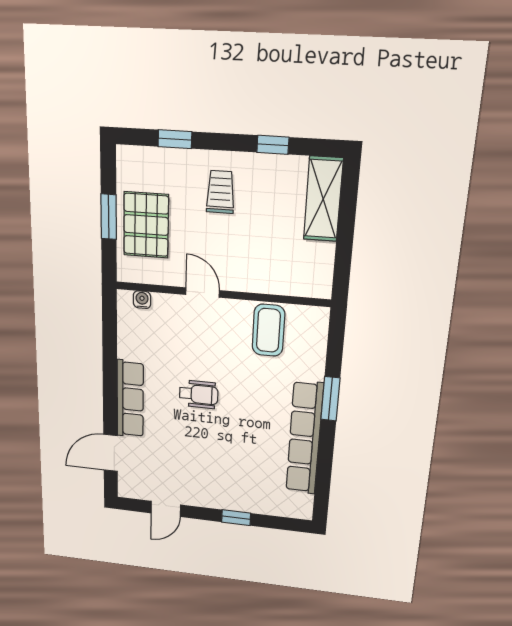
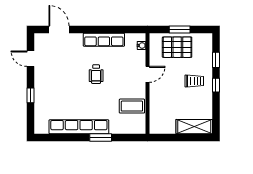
window: (273, 145) -> (216, 85), moved
row of seats: (130, 399) -> (104, 40), moved

